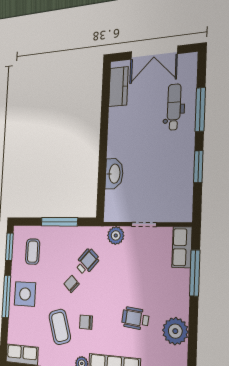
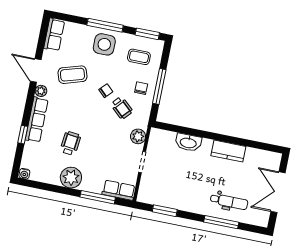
kitchen counter: (118, 87) -> (228, 151), moved
window: (198, 167) -> (165, 211), moved
chair: (86, 322) -> (141, 88), moved
plant: (175, 331) -> (71, 178), moved

